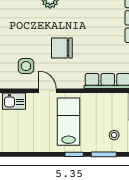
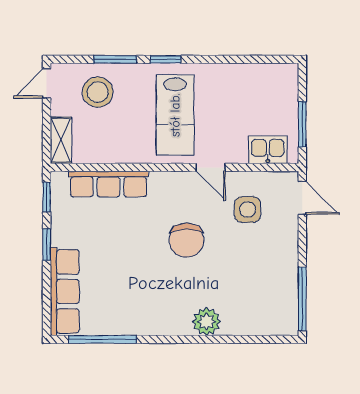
chair: (62, 48) -> (186, 240), turned 90
stool: (114, 135) -> (98, 92), width x1.89, depth x1.89

